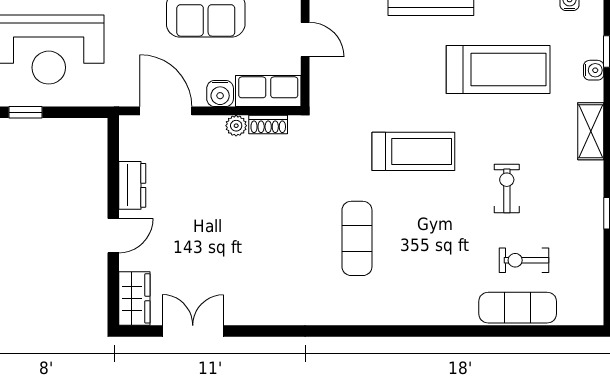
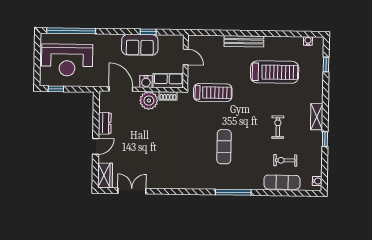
water cooler: (594, 70) -> (317, 181), moved
plant: (236, 126) -> (149, 101), width x1.88, depth x1.88
shelving: (591, 131) -> (317, 117), moved
treadmill: (413, 151) -> (213, 93), moved
exercise mat: (357, 238) -> (224, 147), moved
window: (412, 331) -> (233, 192), added

